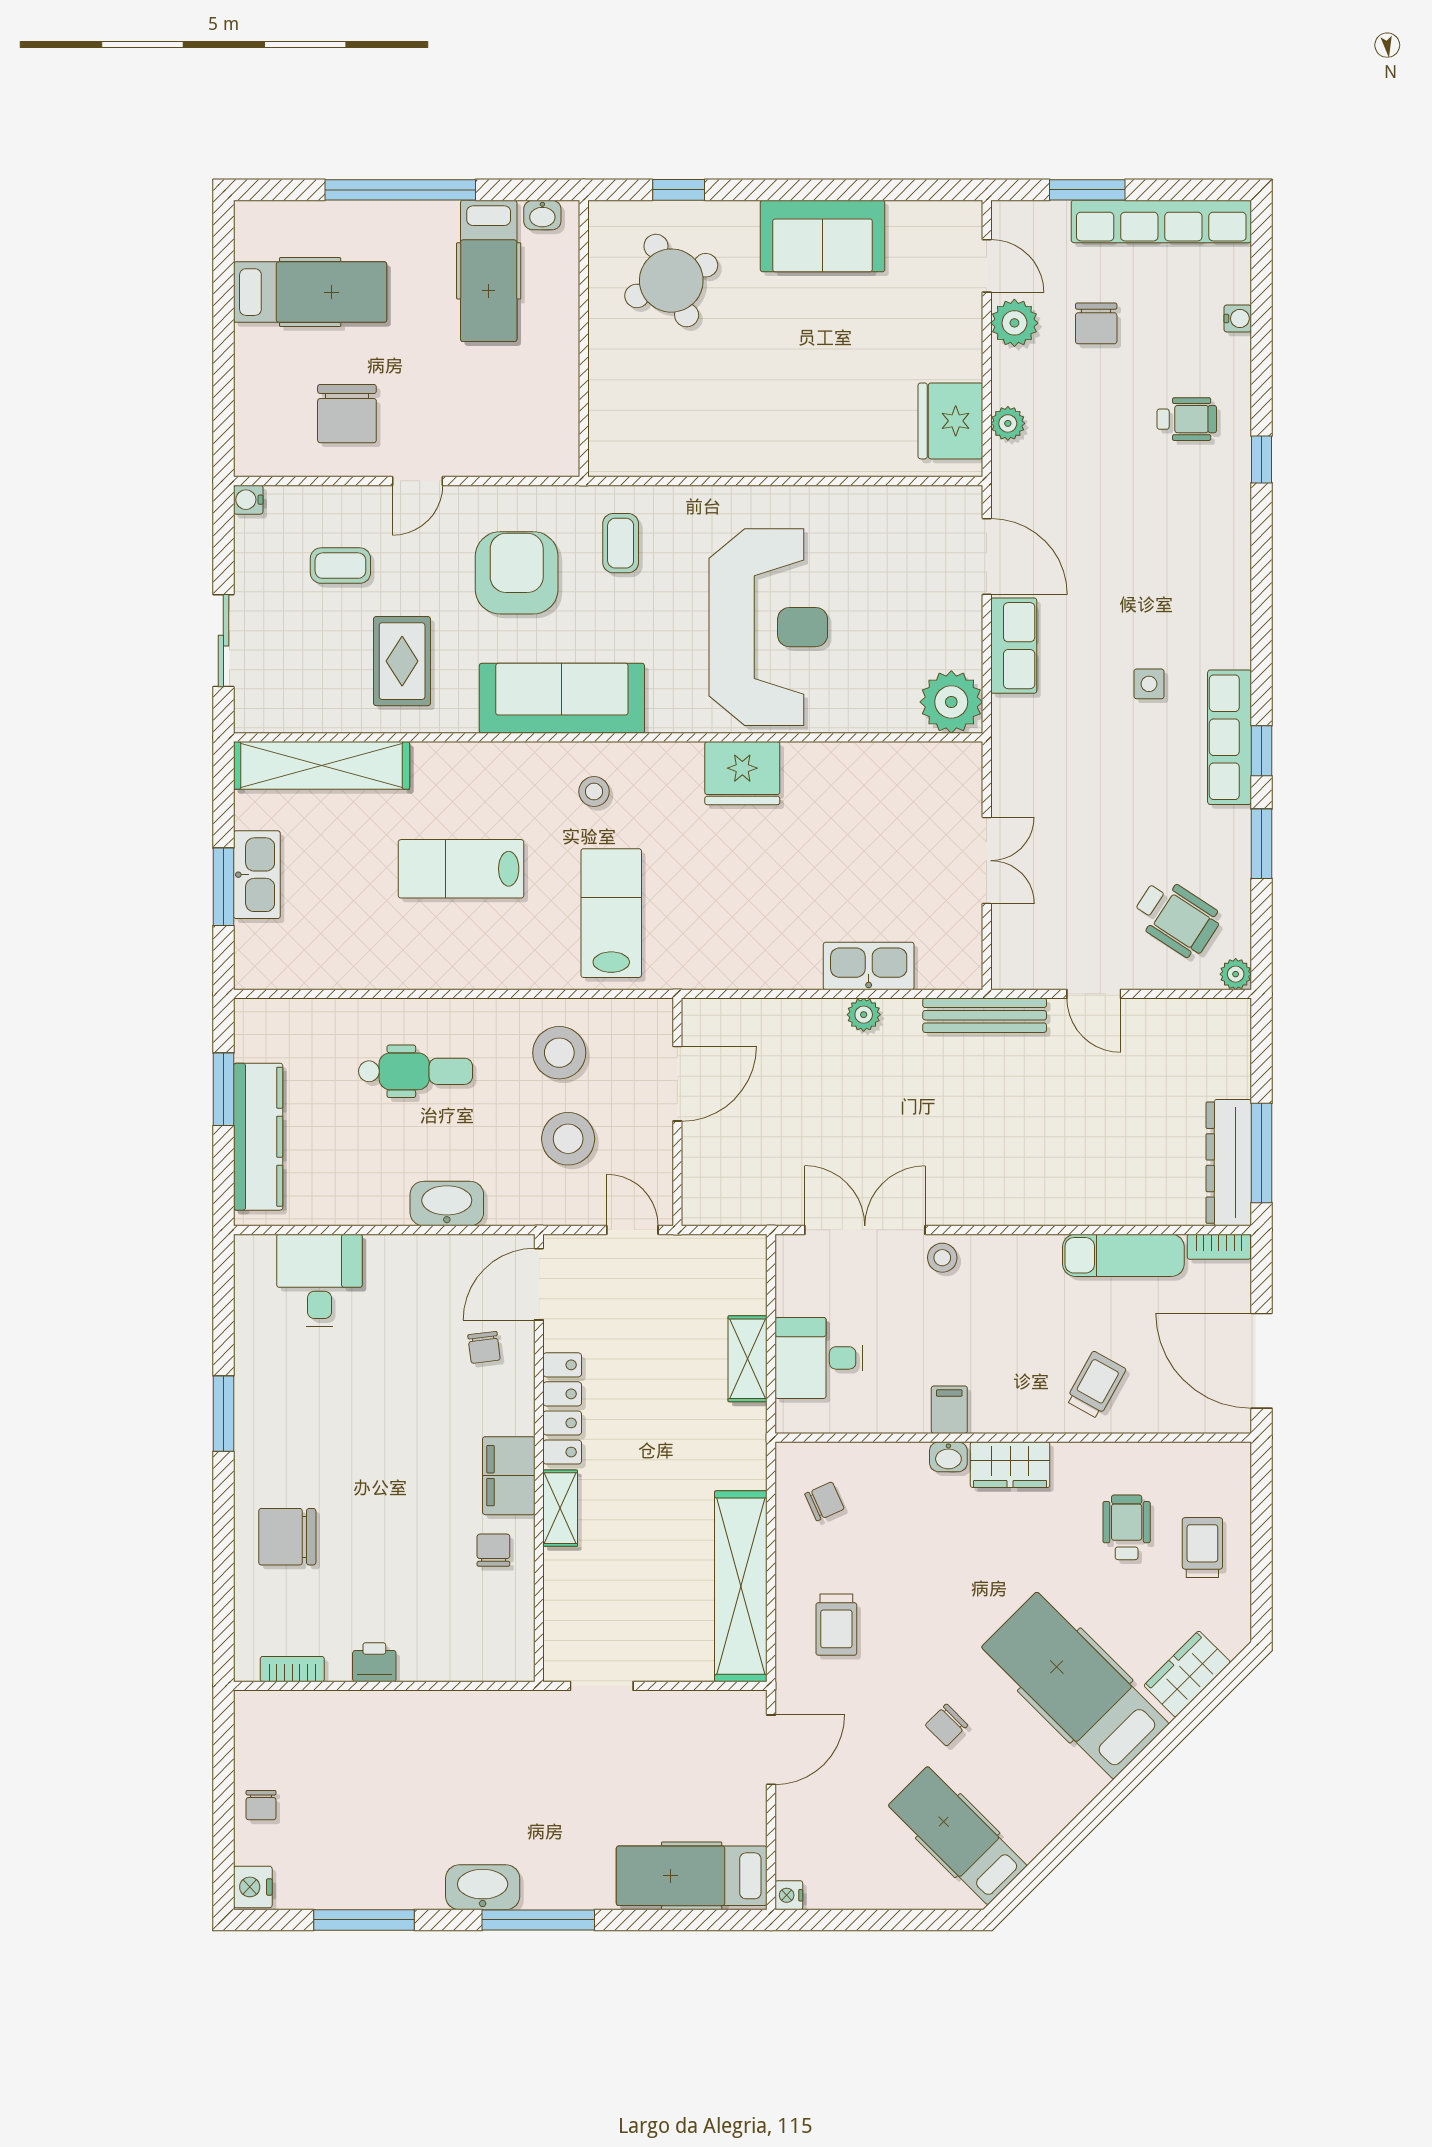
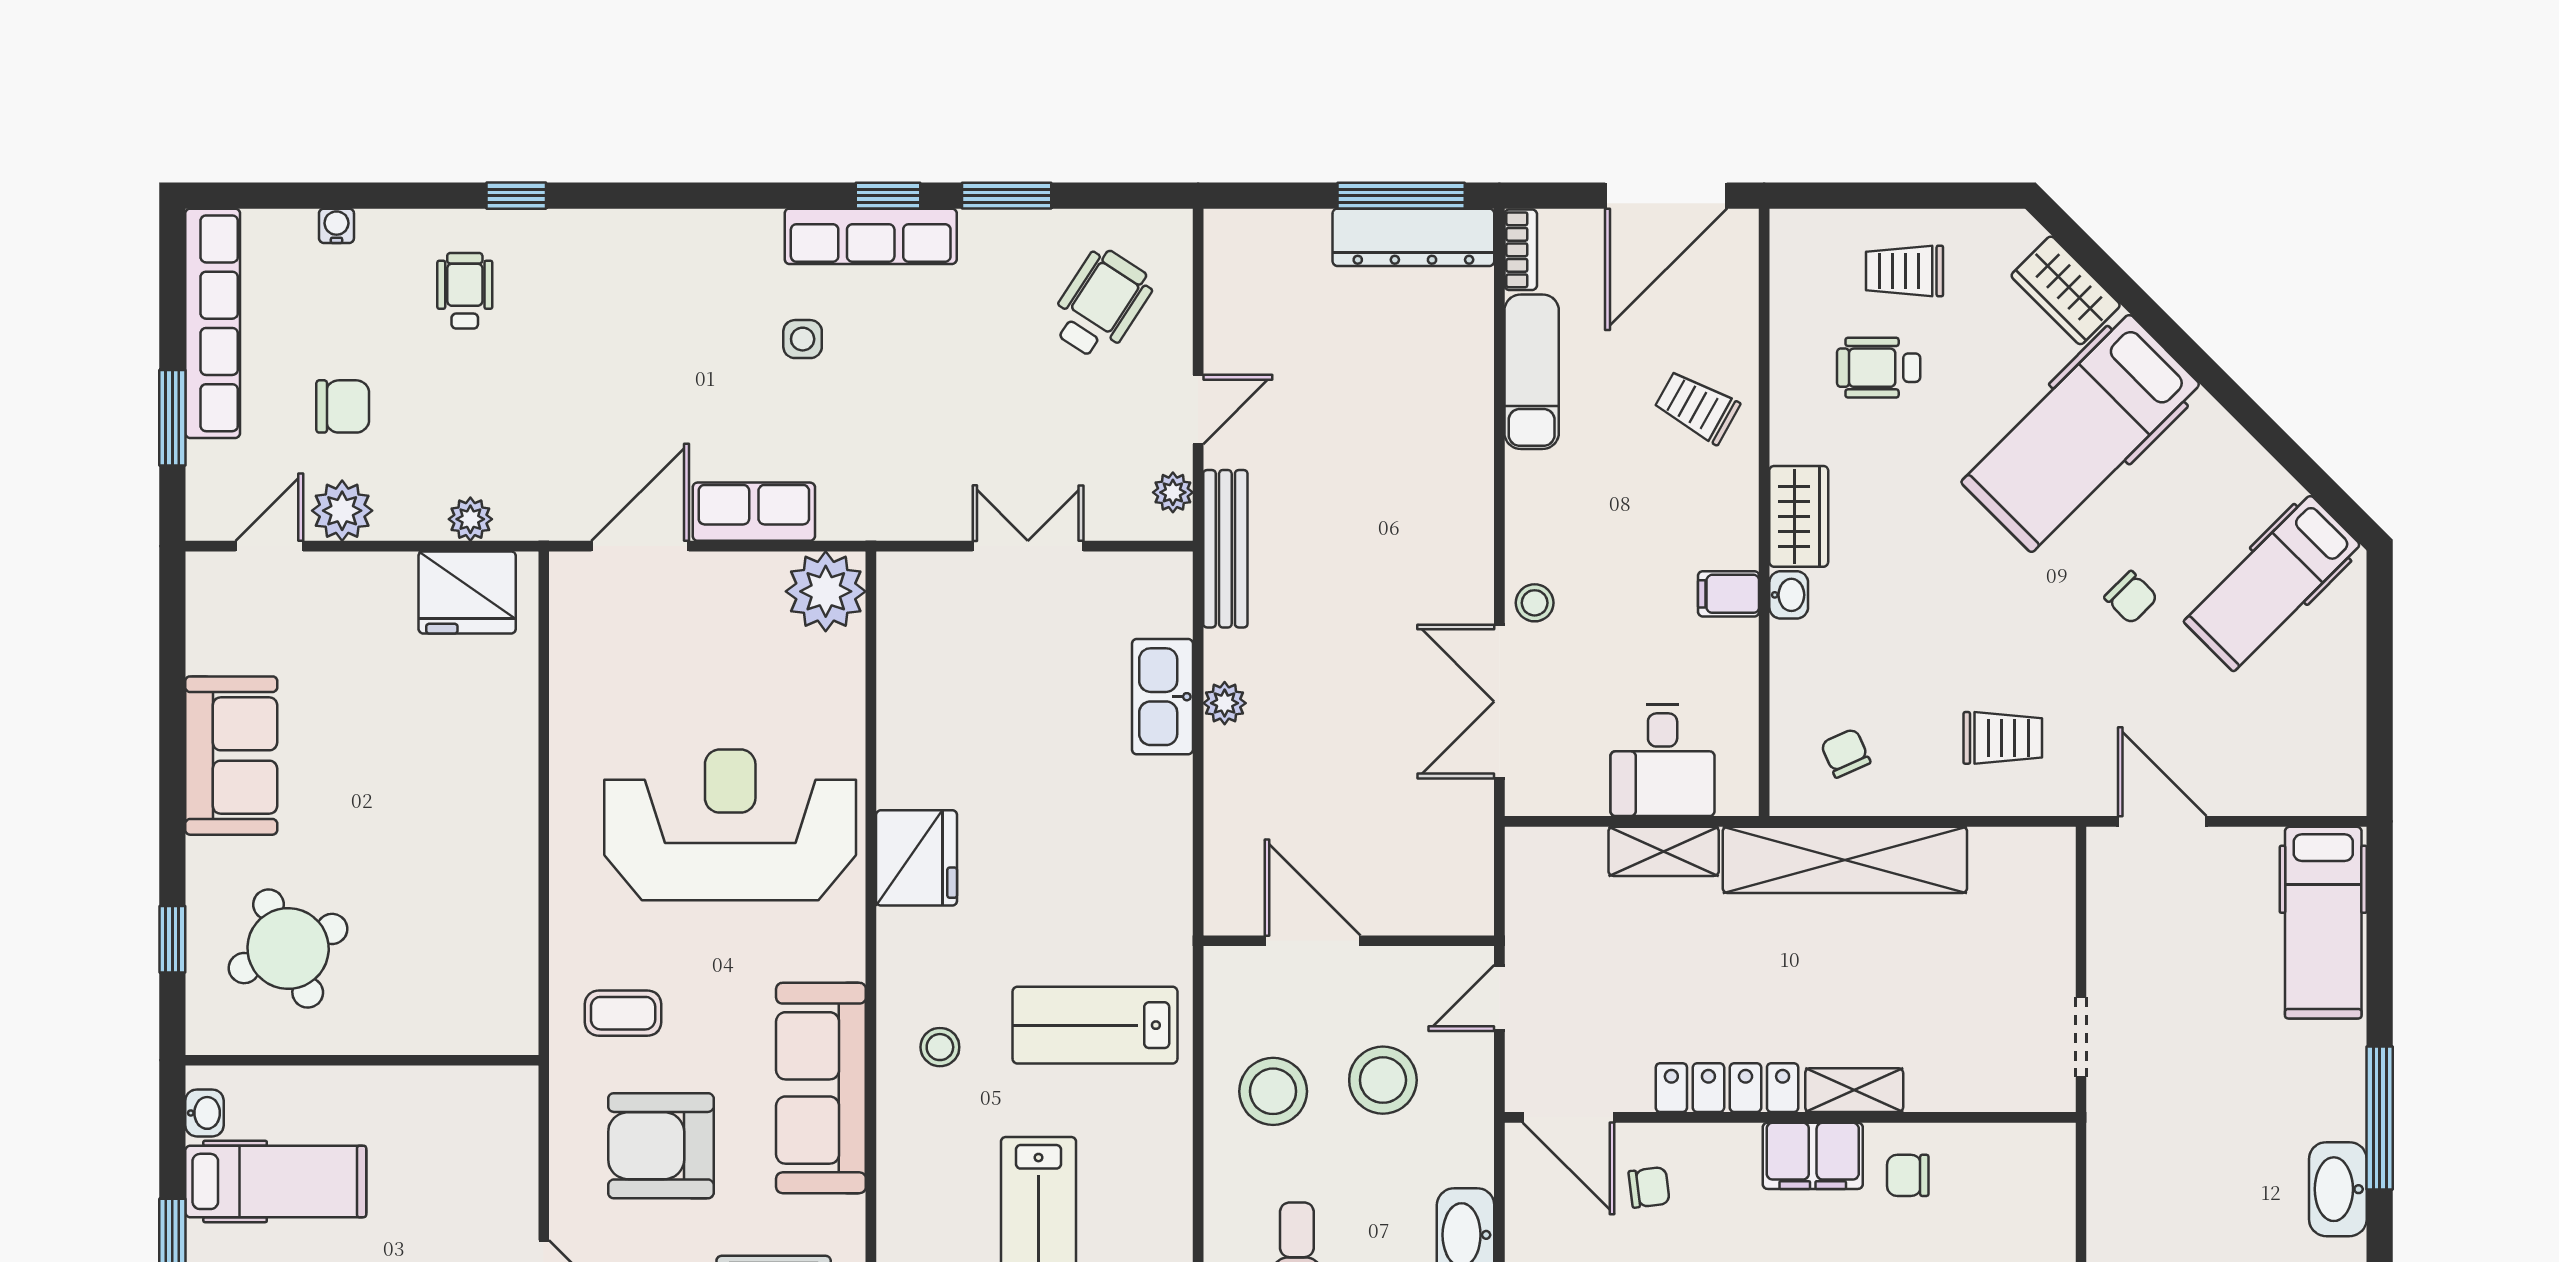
plant: (1236, 974) -> (1173, 492), moved
shelving: (741, 1586) -> (1845, 860), moved
nightstand: (789, 1895) -> (2348, 799), removed

